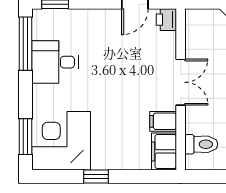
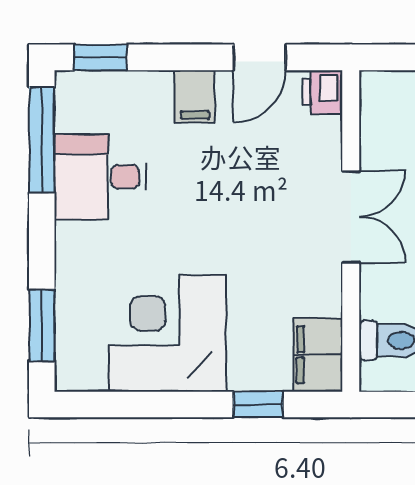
filing cabinet: (163, 121) -> (195, 97), moved, turned -90
corner desk: (61, 141) -> (168, 333), moved
window: (96, 176) -> (258, 404), moved

